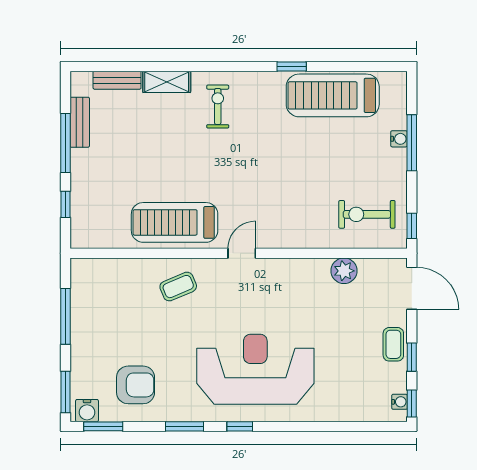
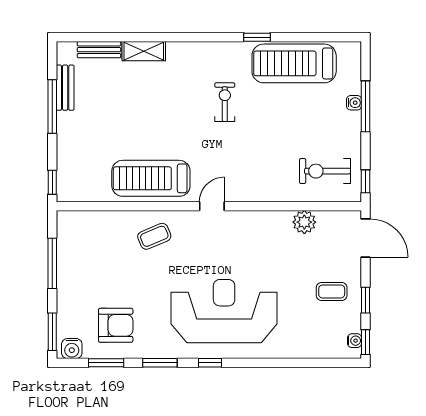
exercise bike: (218, 106) -> (225, 102), moved
window: (65, 204) -> (52, 182), moved
coffee table: (393, 344) -> (332, 291), moved, turned 90
window: (103, 426) -> (106, 363), moved

